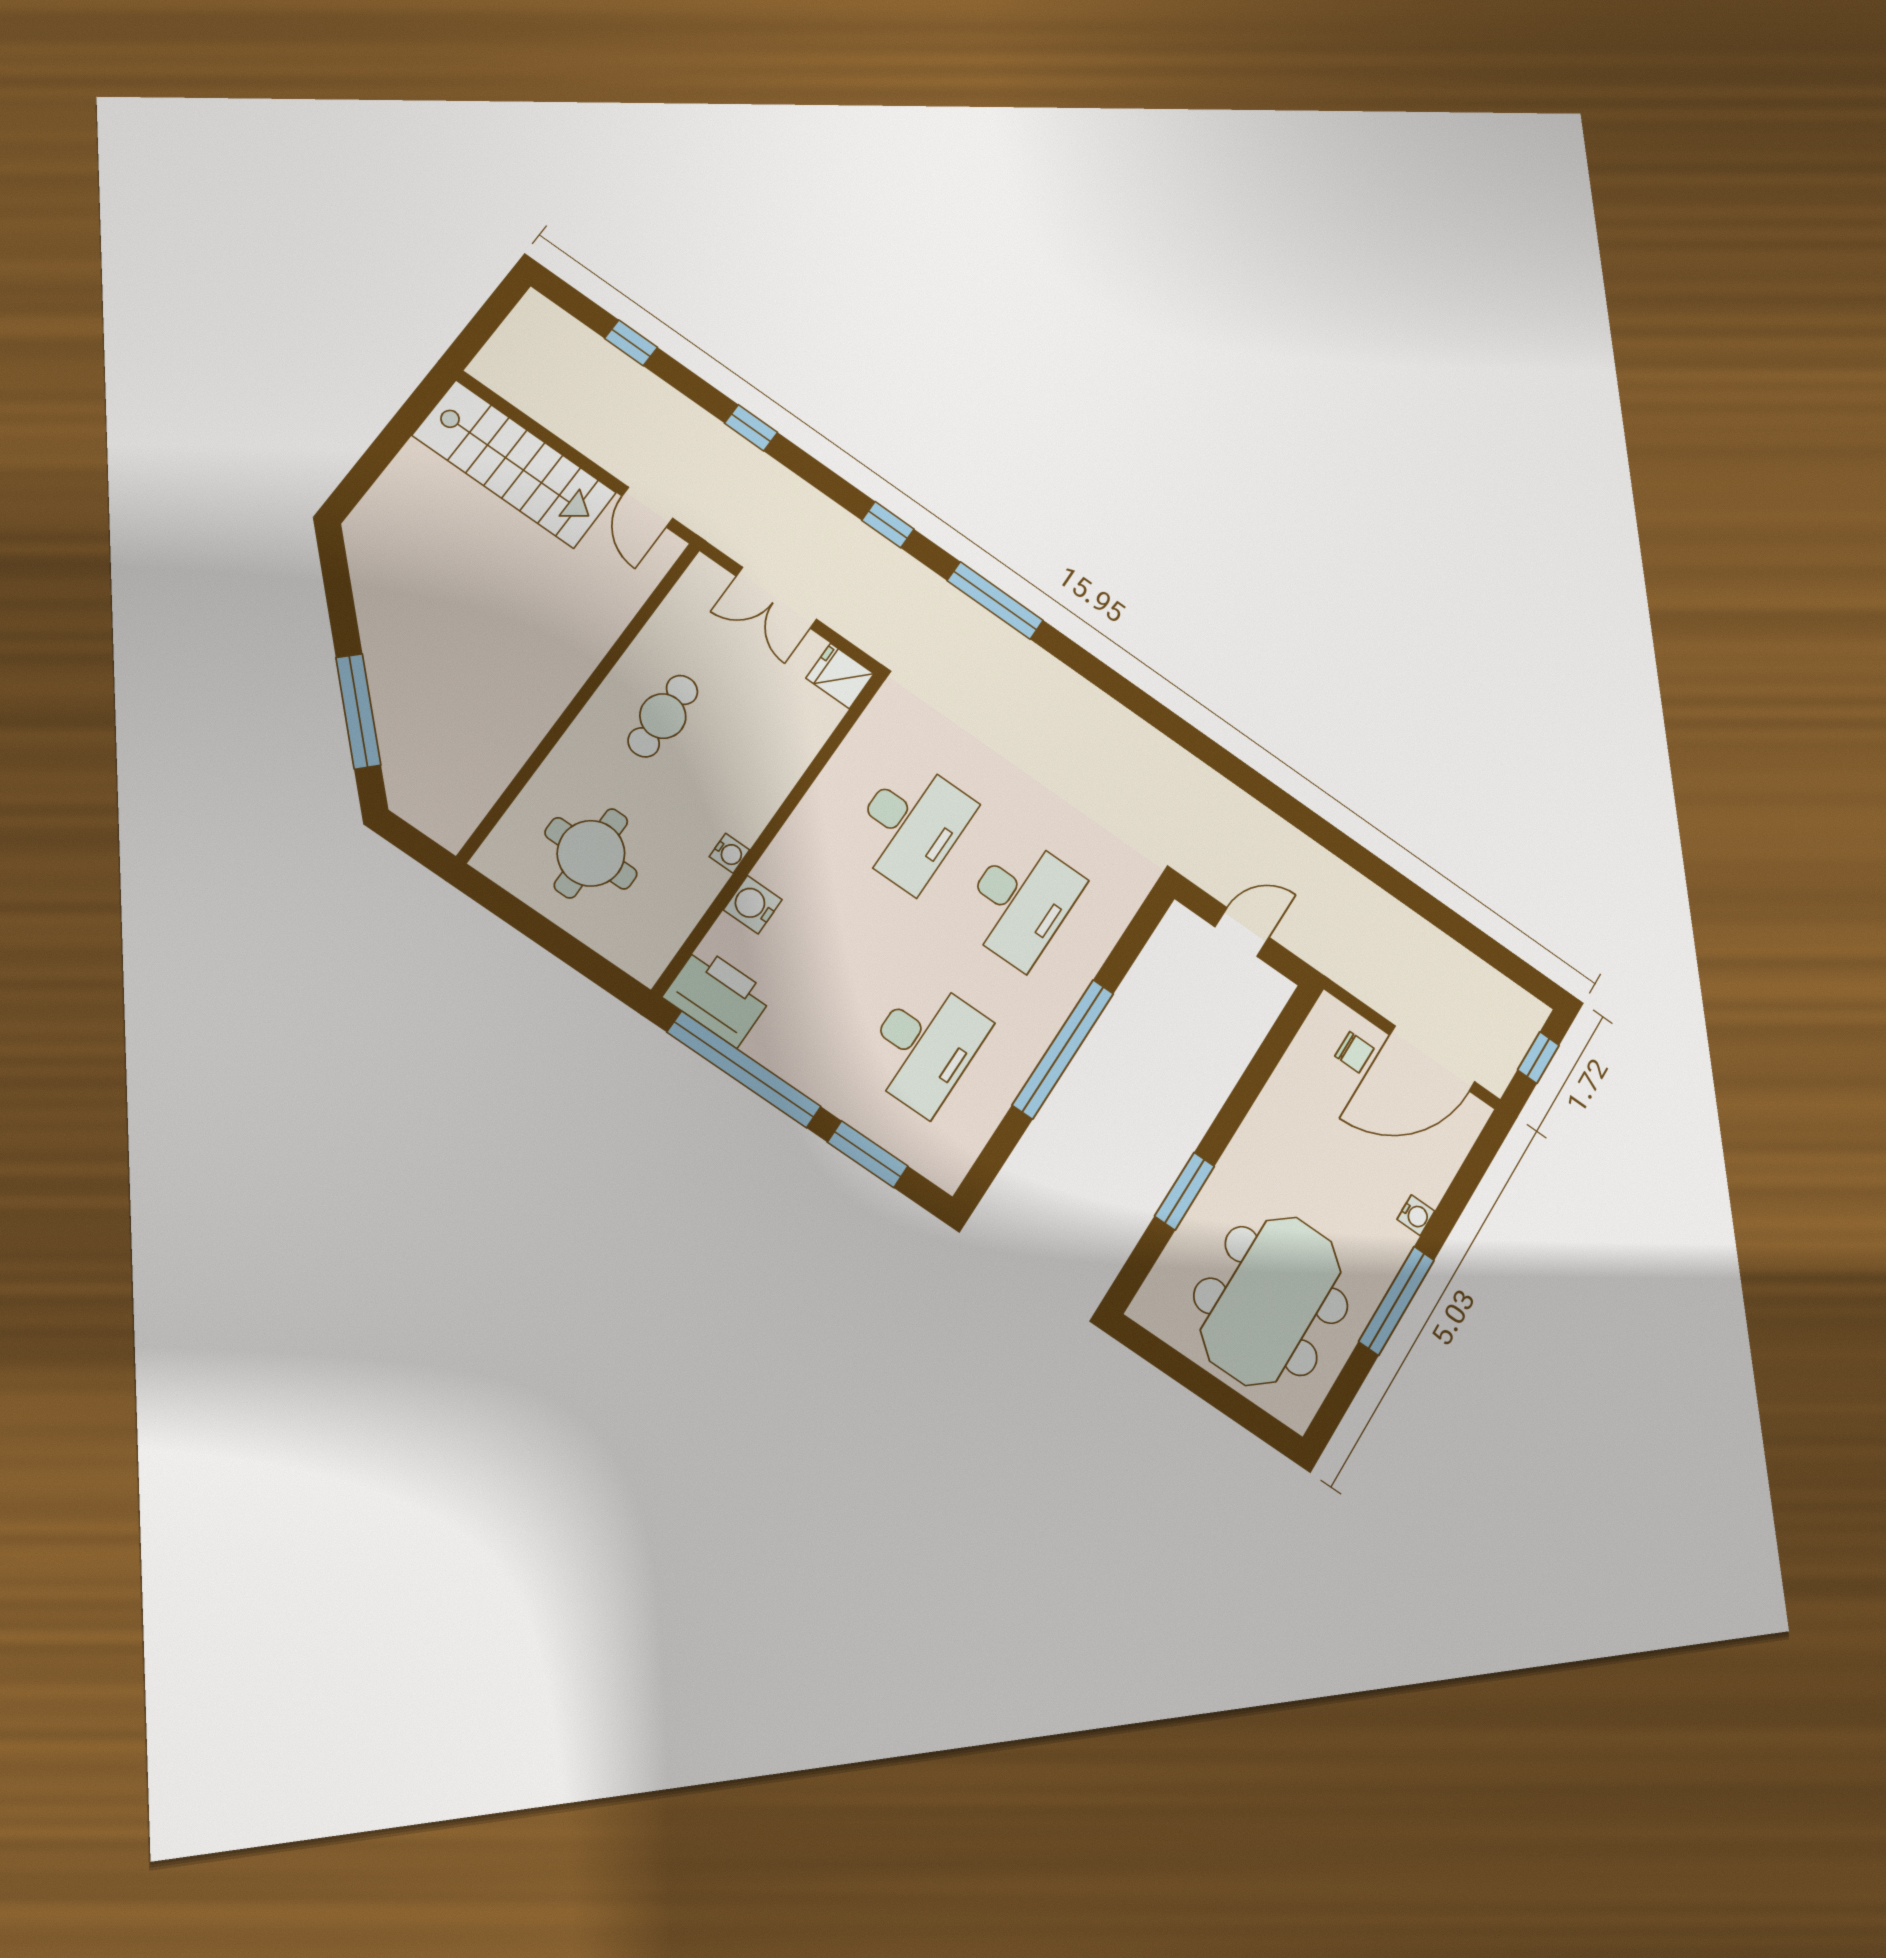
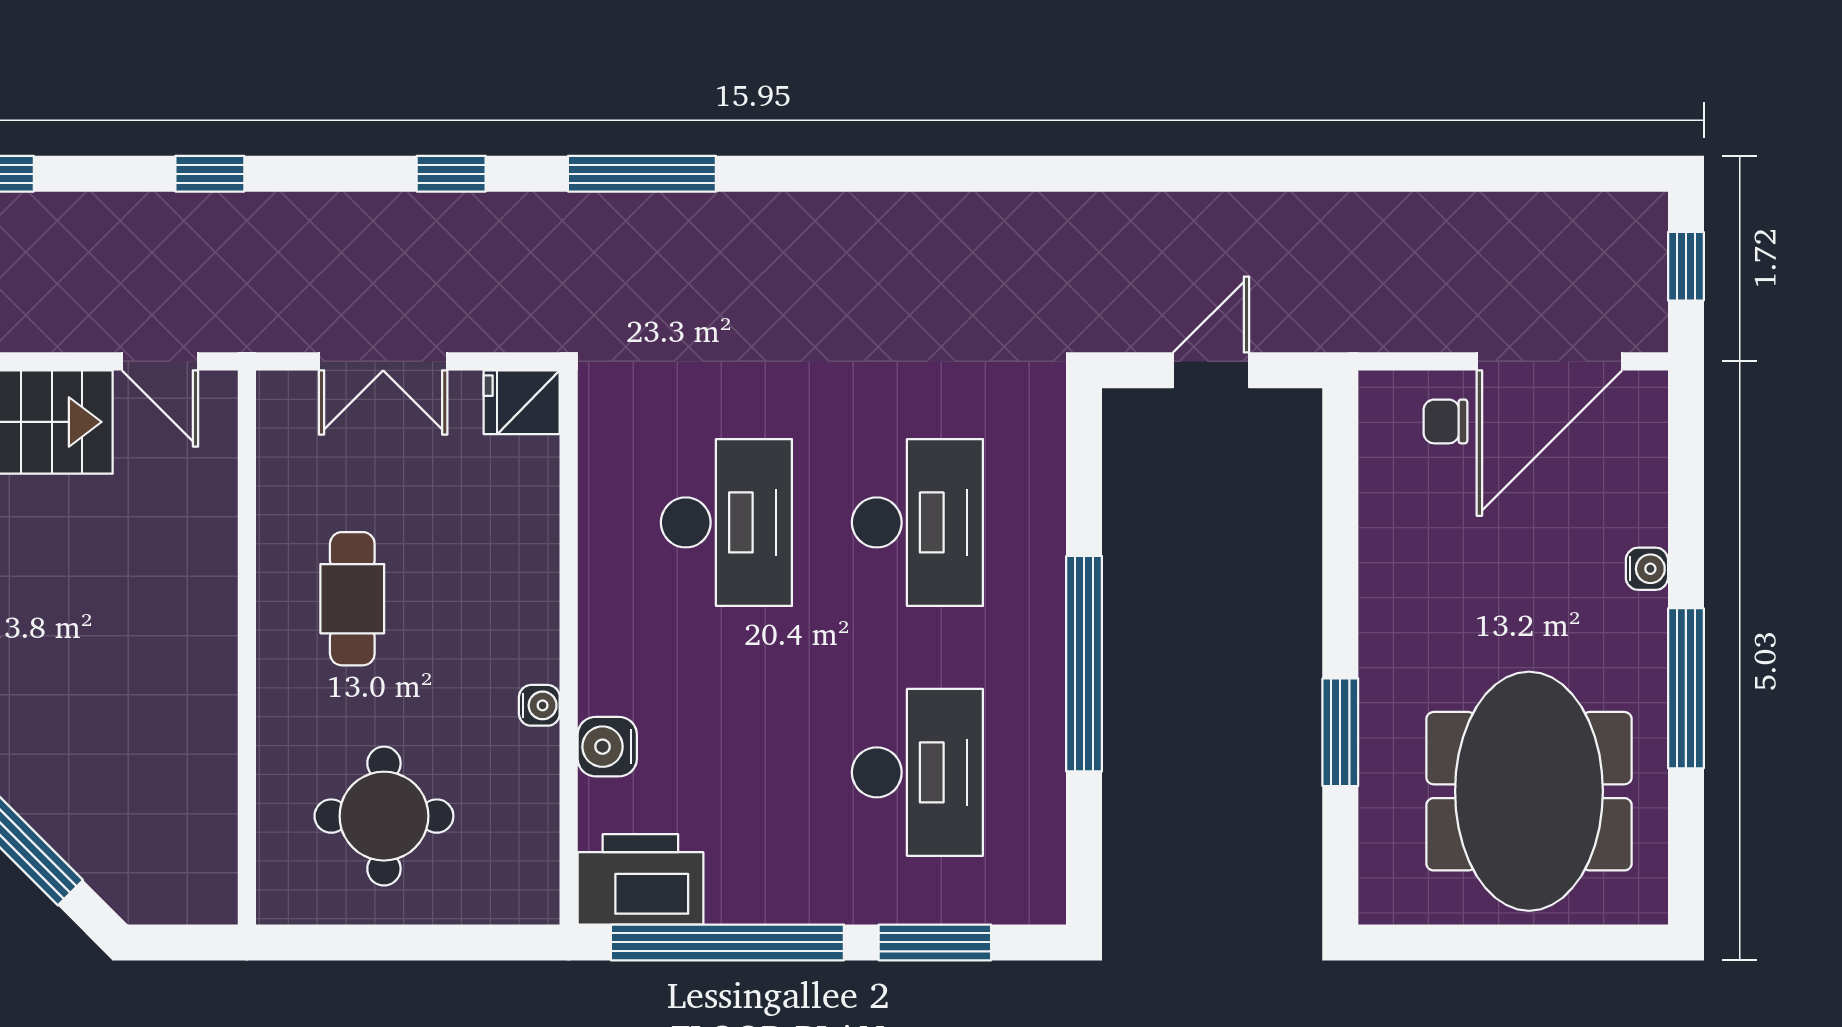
chair: (1354, 1052) -> (1445, 421), turned 180

